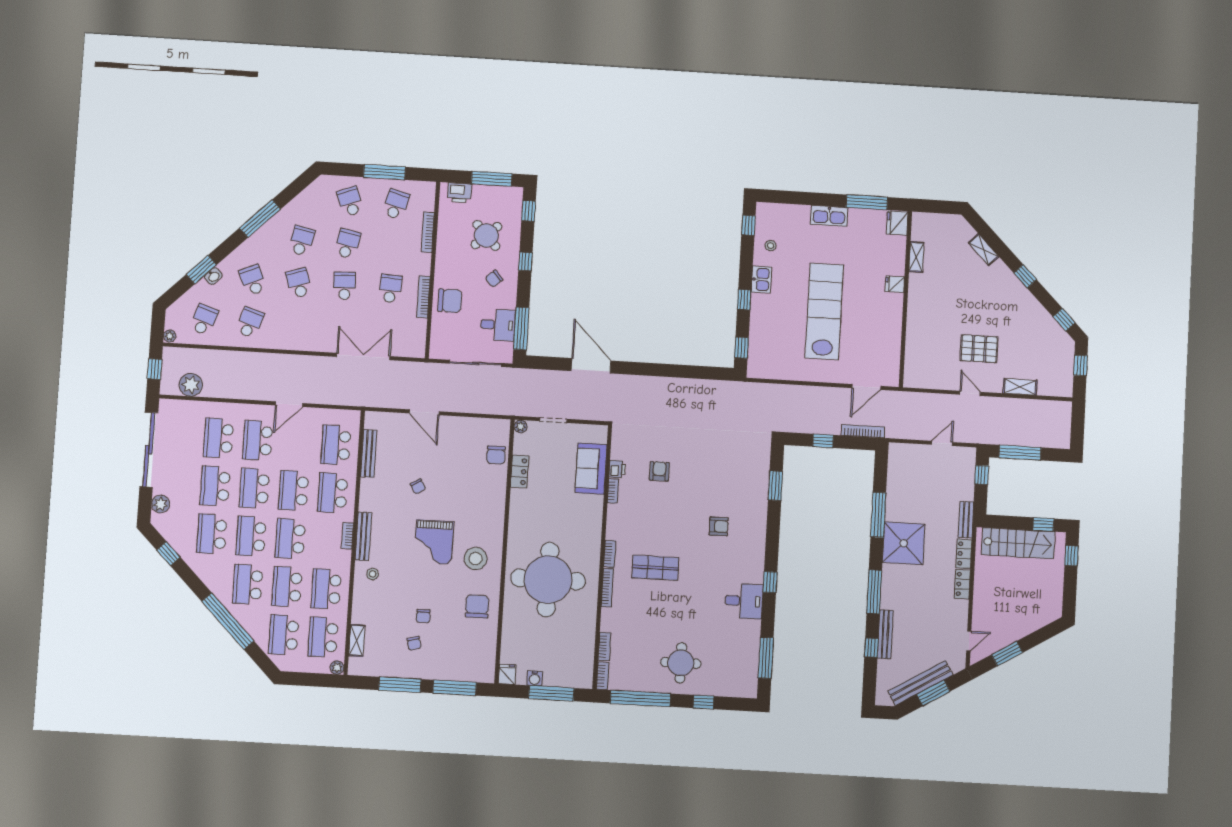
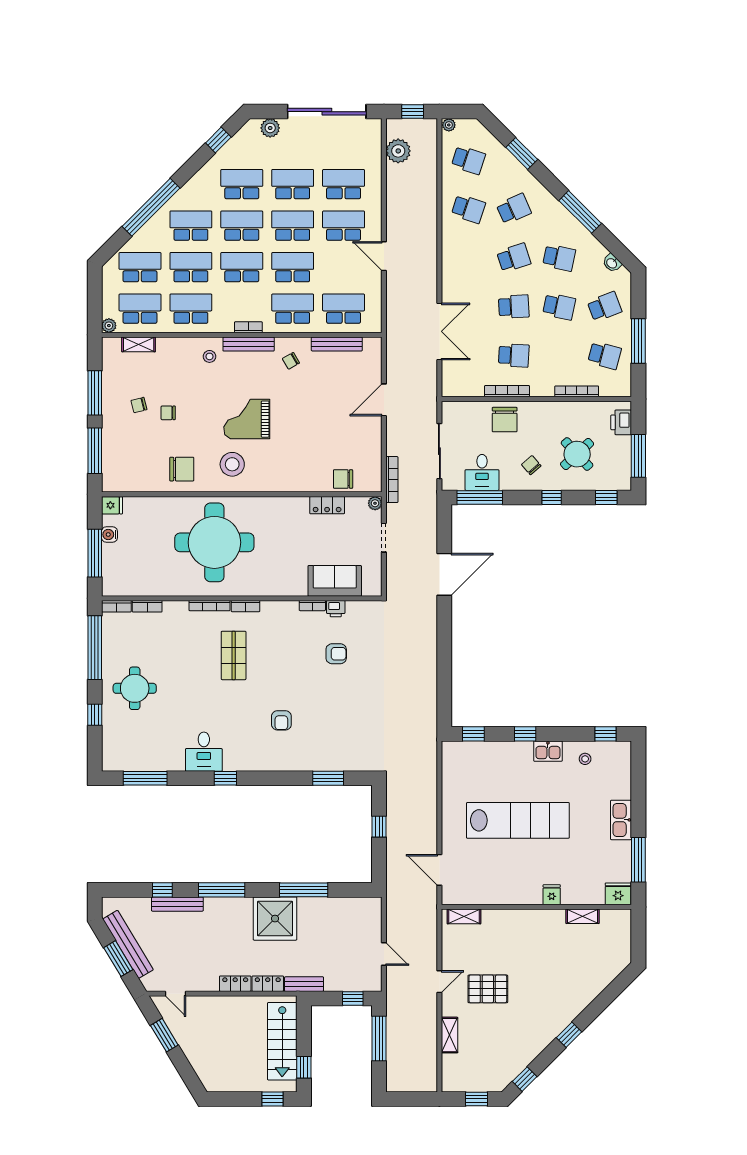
shelving: (984, 250) -> (464, 916), moved, turned 45
washbasin: (213, 276) -> (612, 263), moved
pallet: (979, 349) -> (488, 989), turned 90
bookcase: (863, 431) -> (392, 480), moved
chair: (418, 486) -> (291, 361), moved

